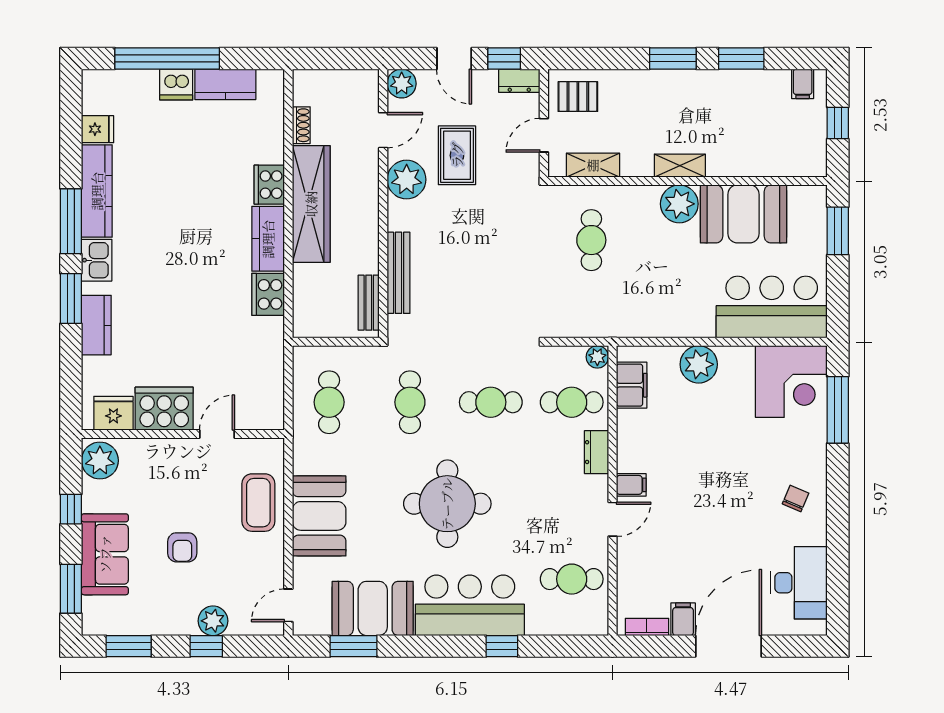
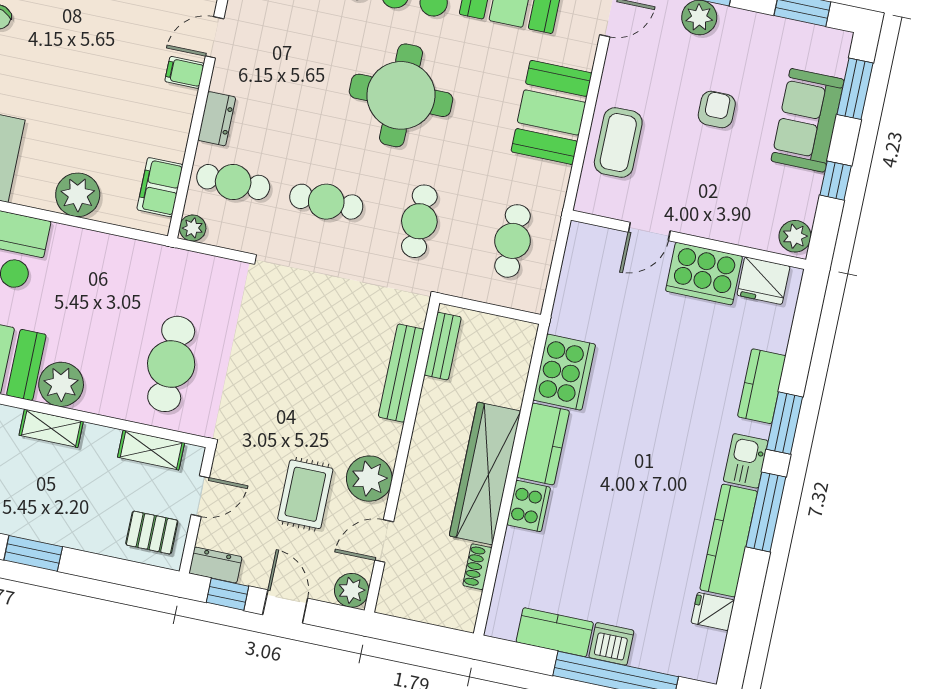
cafe table: (591, 240) -> (171, 364), width x1.37, depth x1.35
cooker: (268, 294) -> (564, 372), width x1.37, depth x1.31
plant: (100, 461) -> (795, 236), width x0.73, depth x0.73

